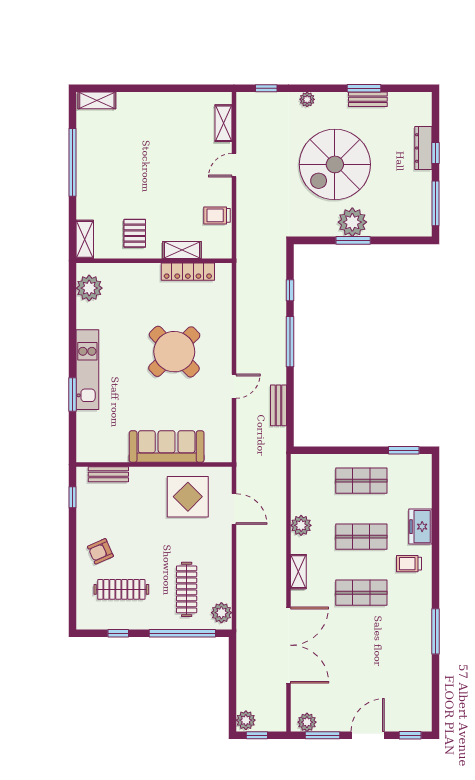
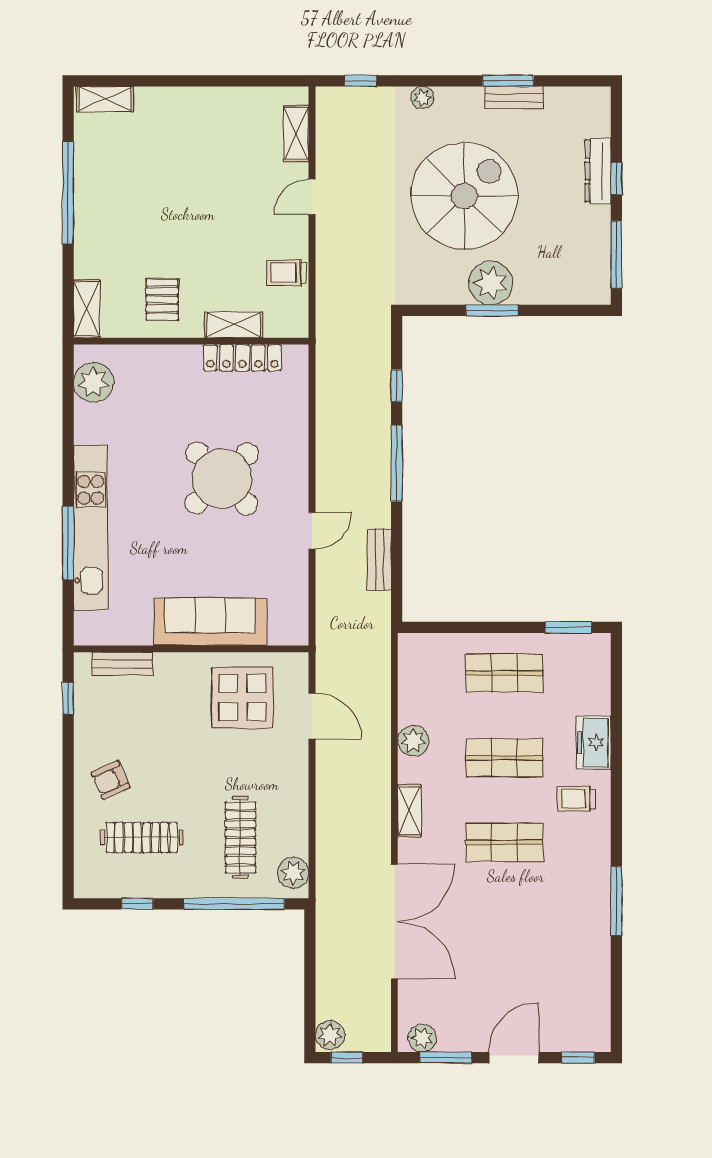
spiral stairs: (335, 164) -> (464, 196), turned 180
kitchen unit: (87, 370) -> (91, 528), width x1.36
window: (72, 394) -> (68, 543), width x1.44

